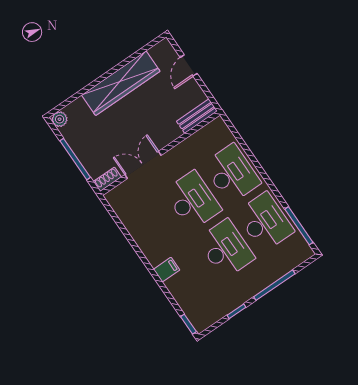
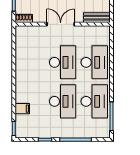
double door: (143, 165) -> (61, 24), moved
filing cabinet: (167, 270) -> (22, 109), moved

